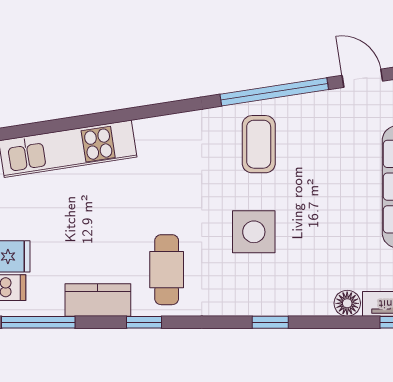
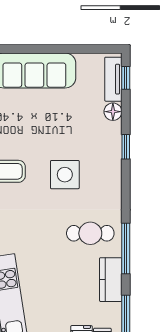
window: (144, 322) -> (126, 249), width x2.17
window: (270, 322) -> (126, 147), moved

